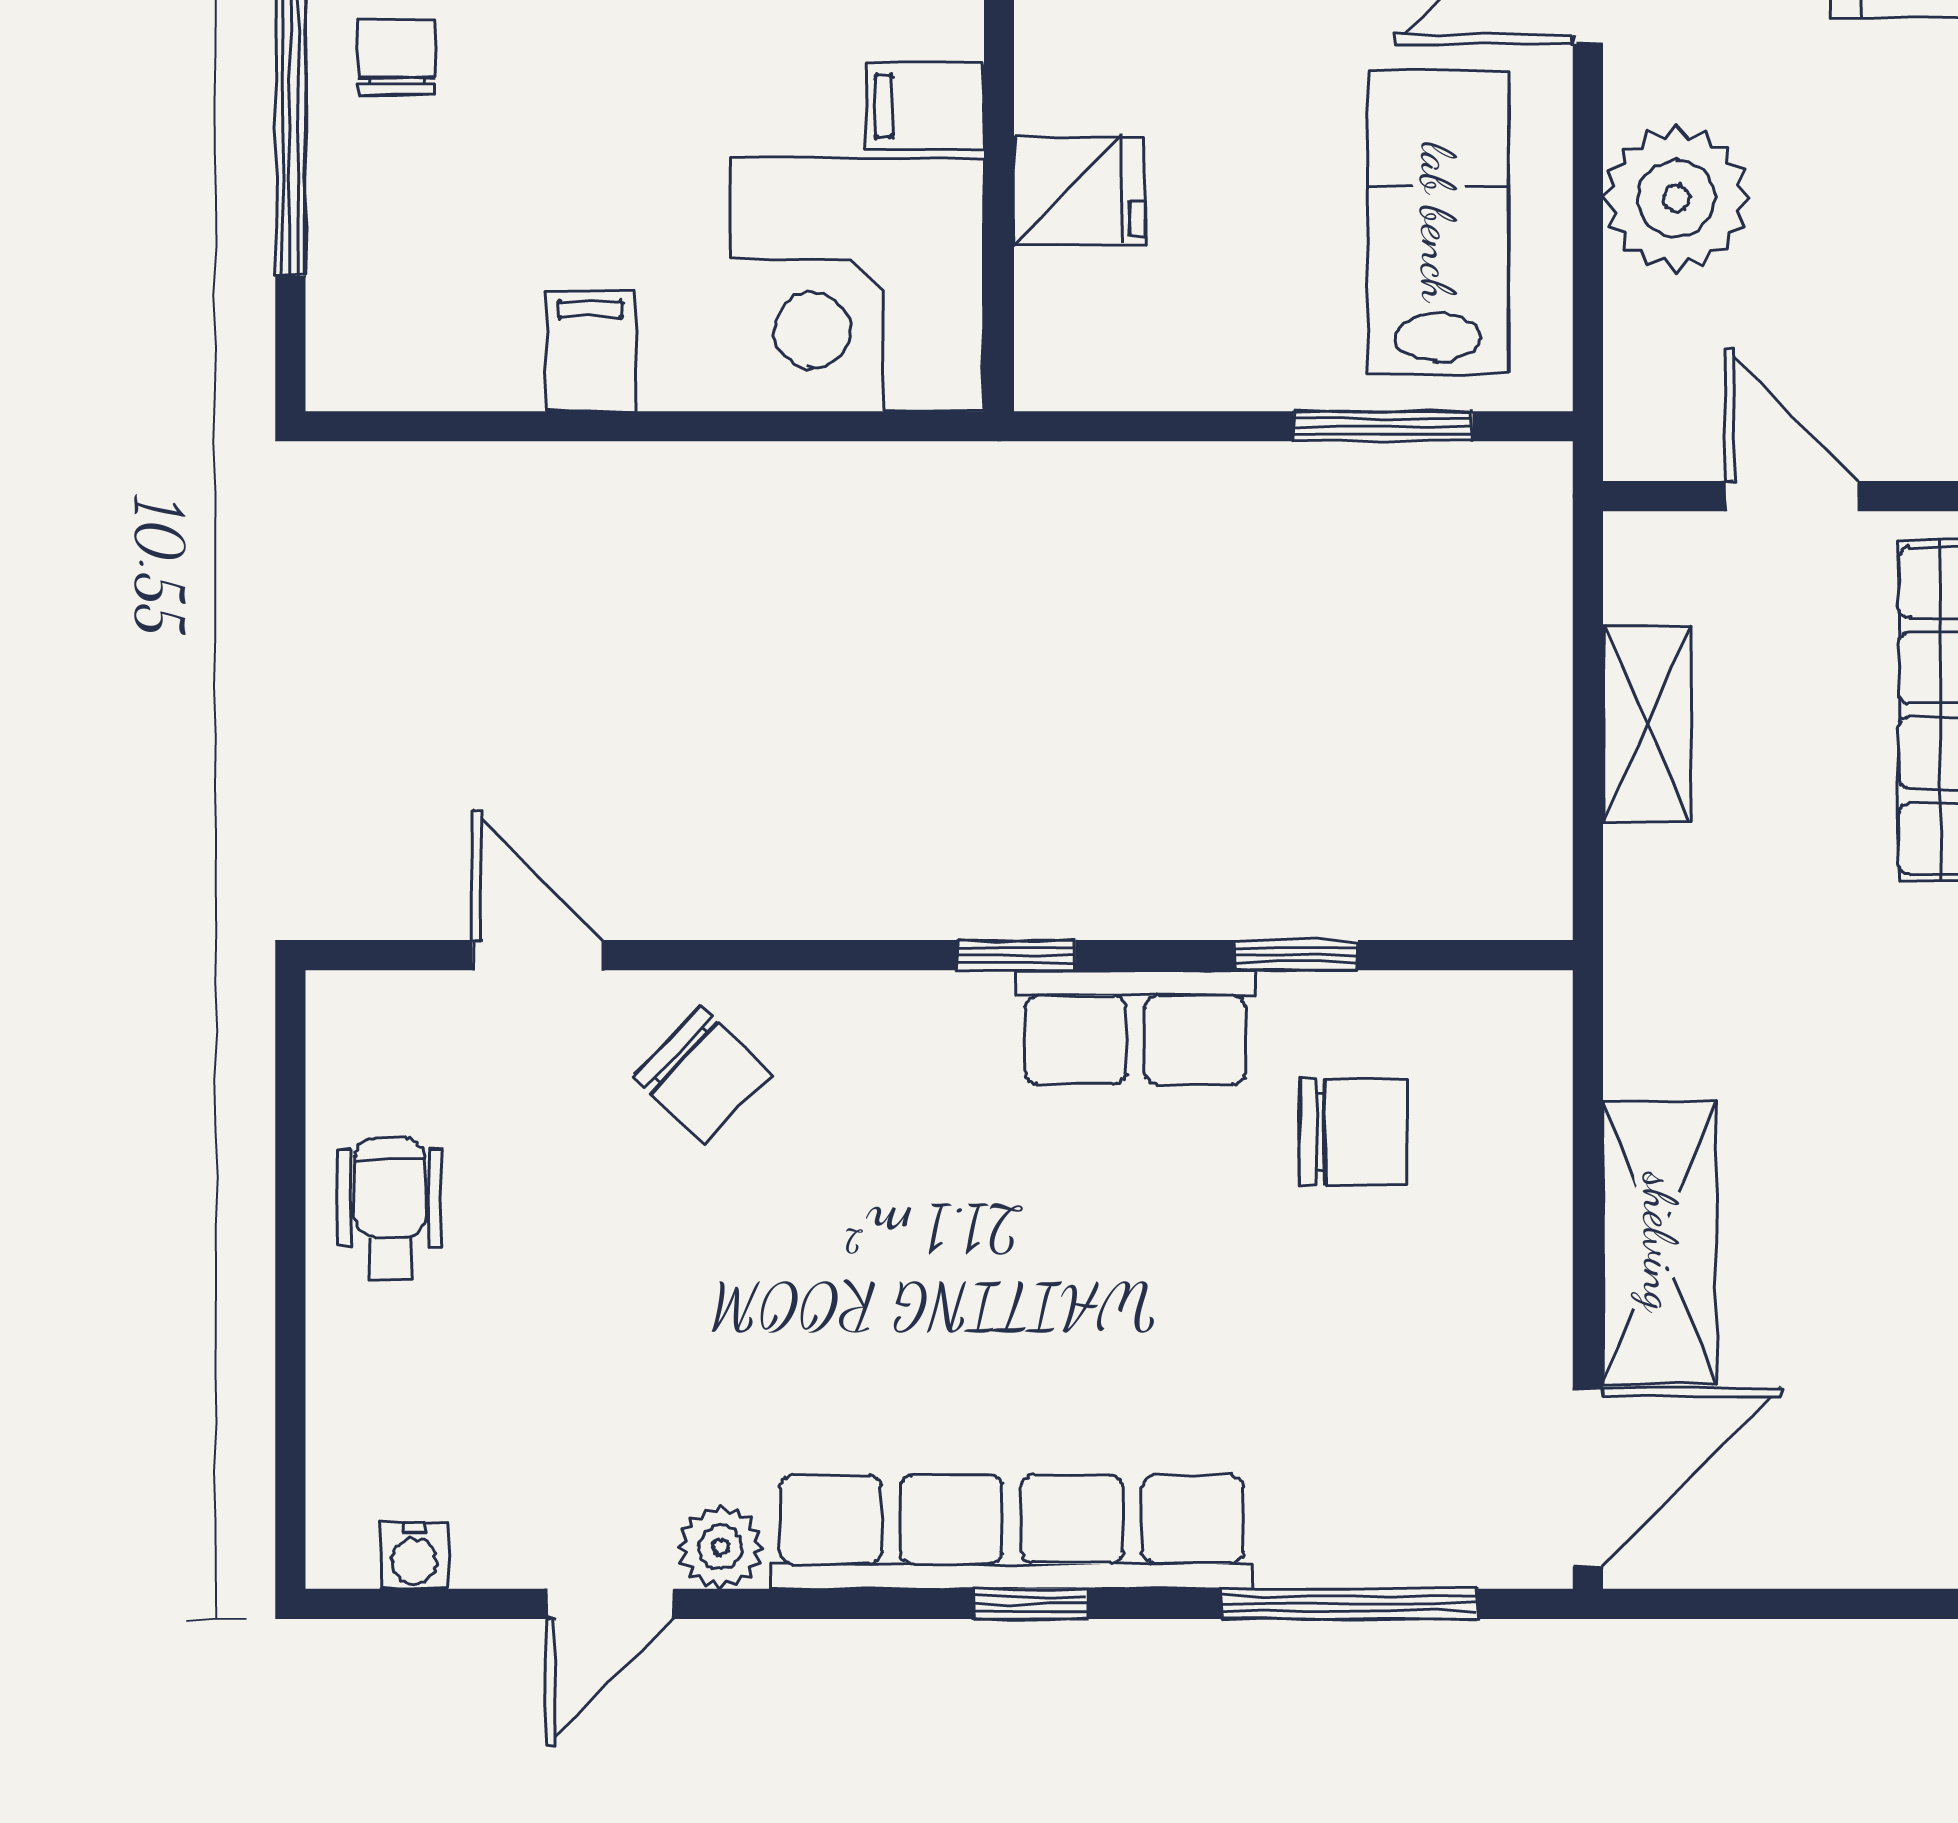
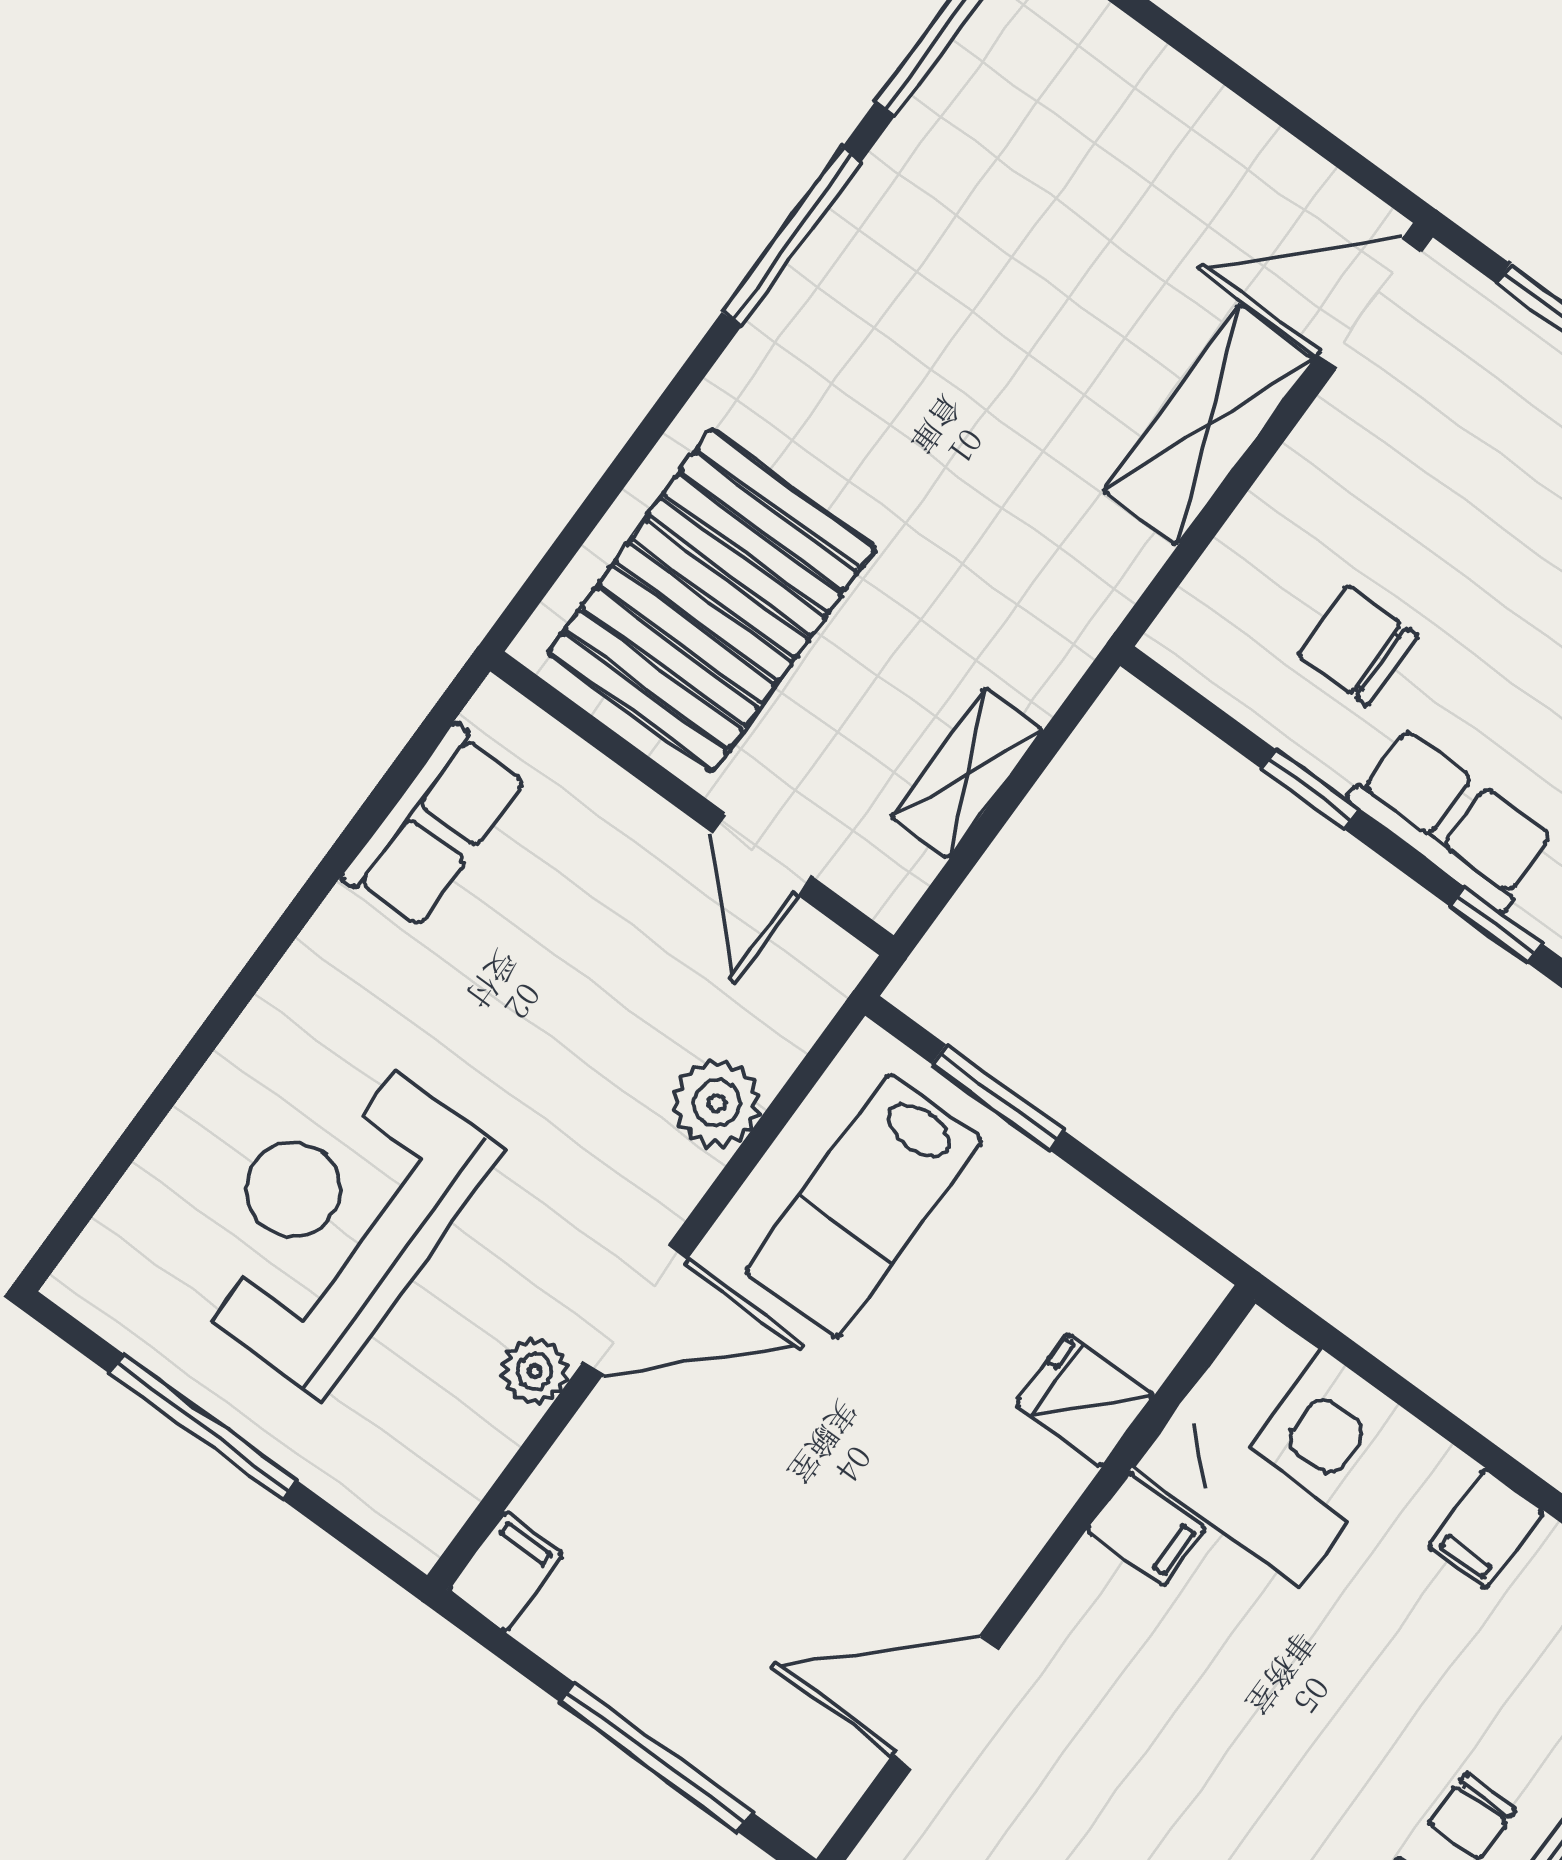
plant: (1676, 198) -> (717, 1103), width x0.73, depth x0.73

